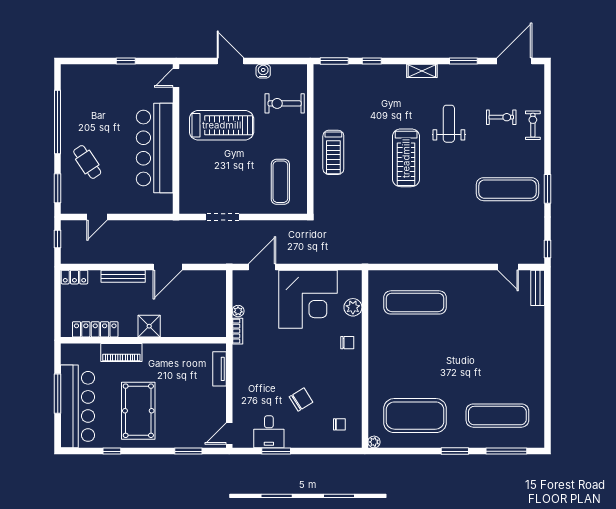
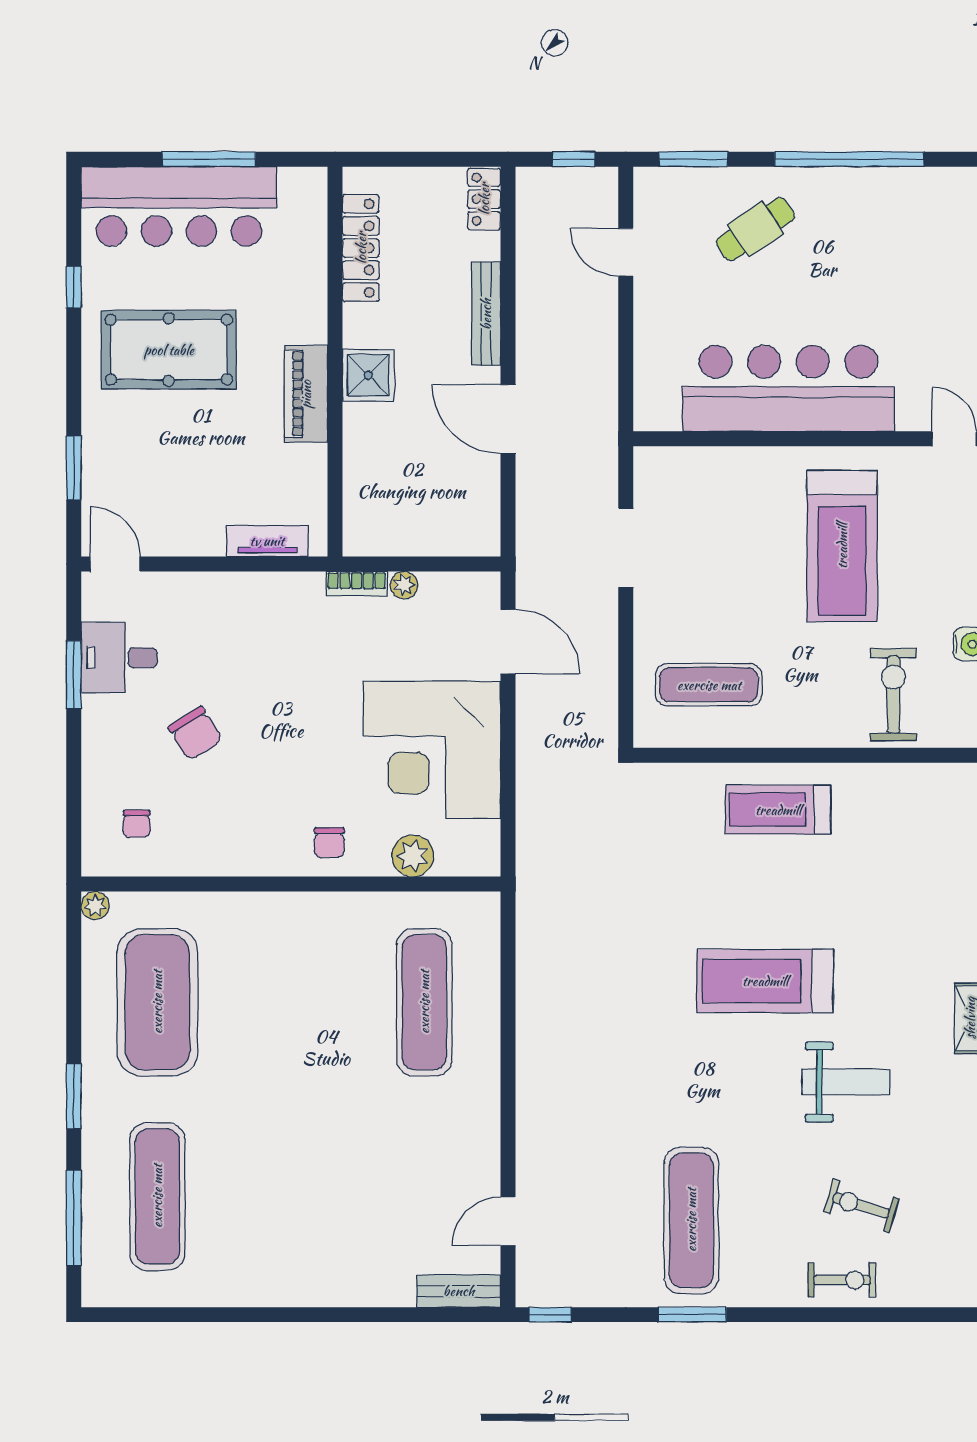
exercise bike: (501, 117) -> (861, 1206), turned 107
piano: (121, 353) -> (306, 394), moved

